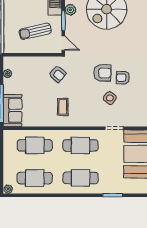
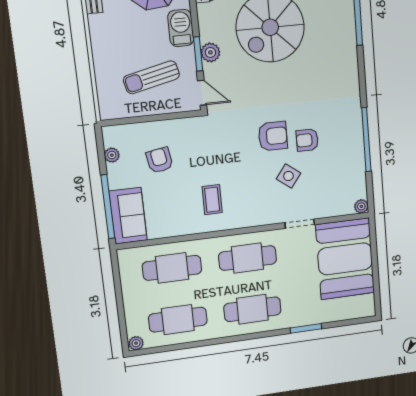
plant: (70, 10) -> (210, 52), moved
armchair: (57, 74) -> (160, 160), moved, turned -140

